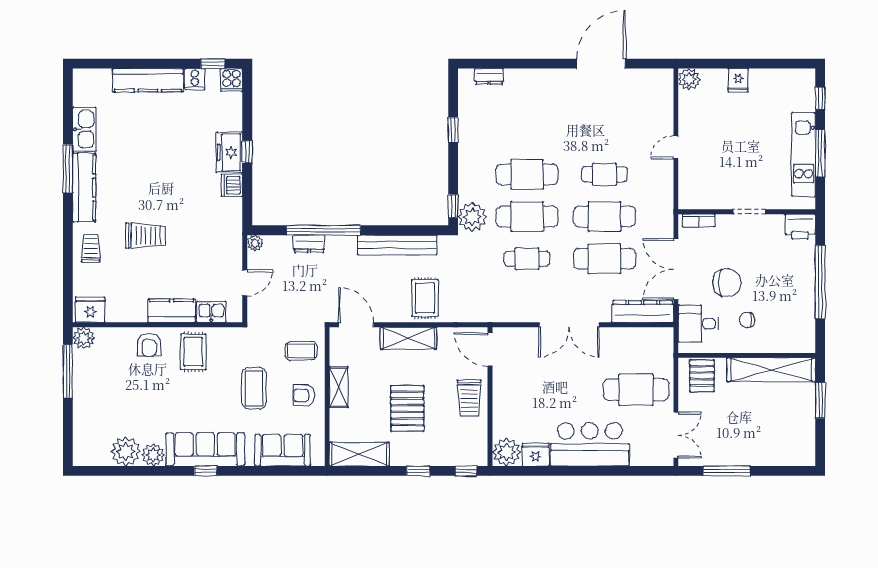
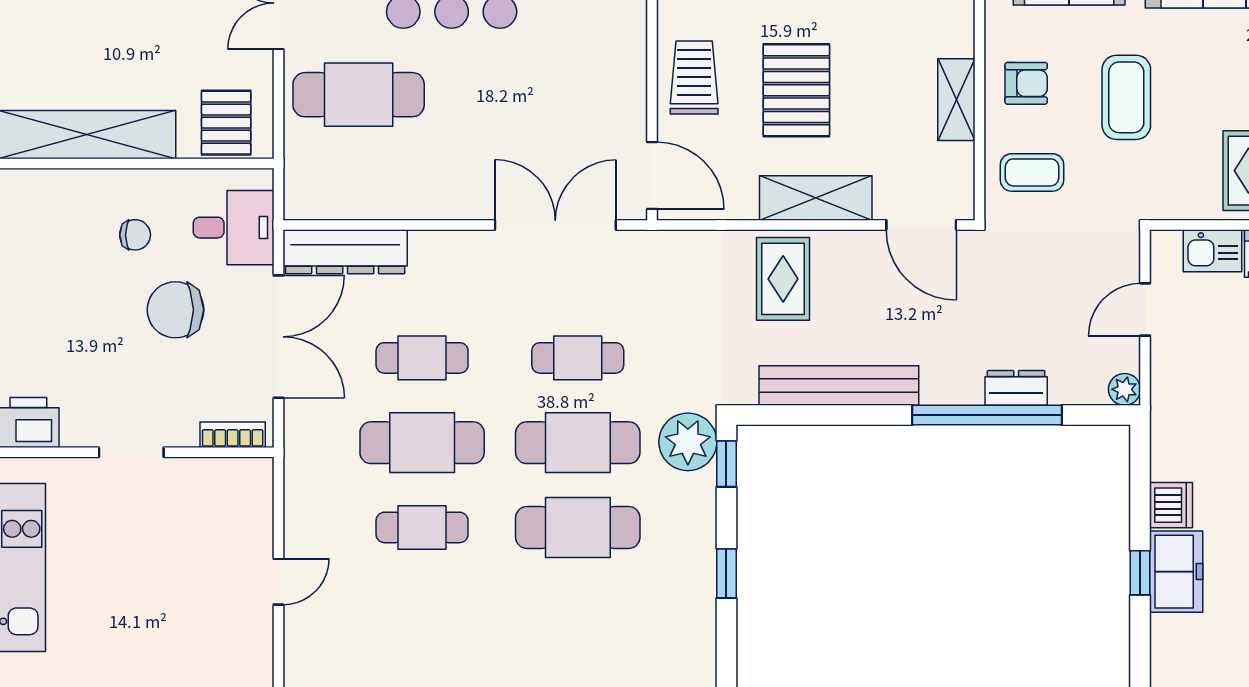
window: (453, 130) -> (726, 573), moved
cafe table: (604, 259) -> (422, 358), width x0.73, depth x0.74
double door: (569, 325) -> (555, 225), moved
pallet: (407, 409) -> (796, 90), moved

